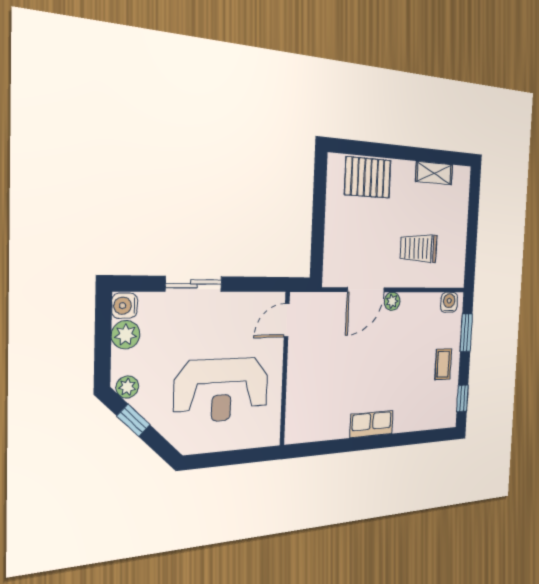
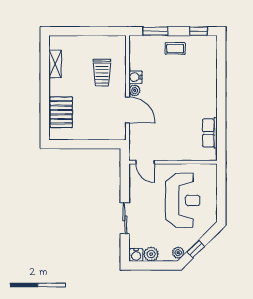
water cooler: (449, 302) -> (135, 77), moved
row of seats: (372, 424) -> (210, 133), moved

